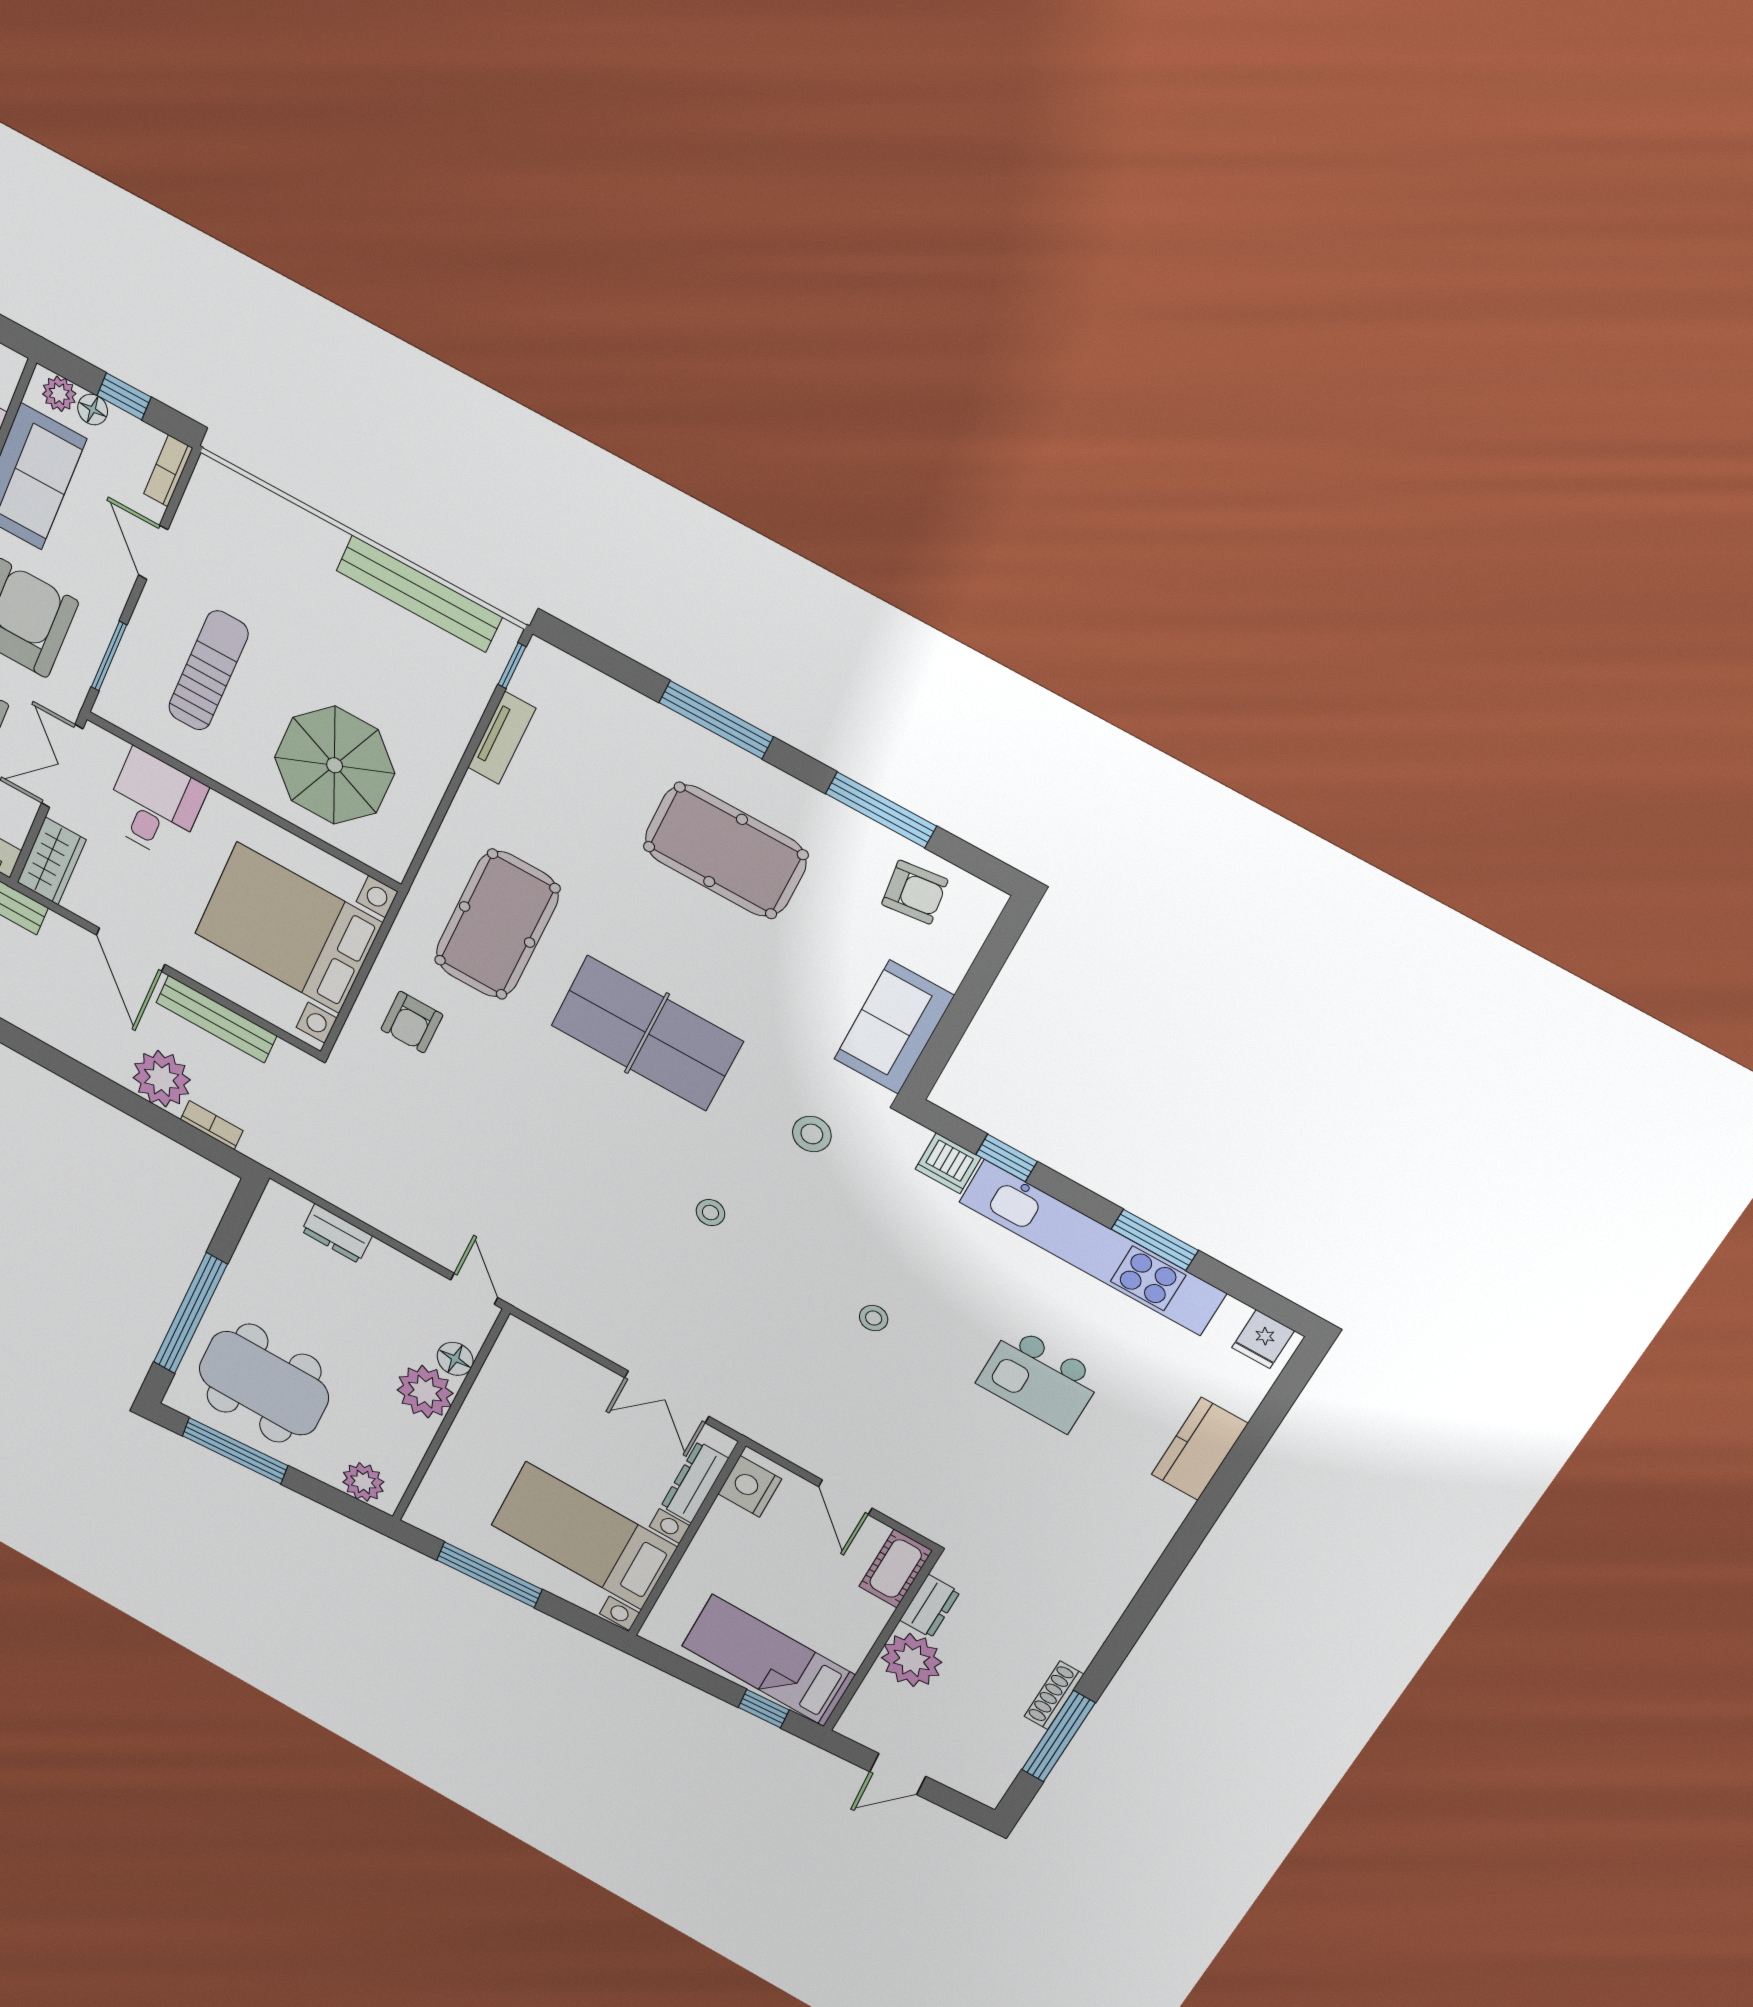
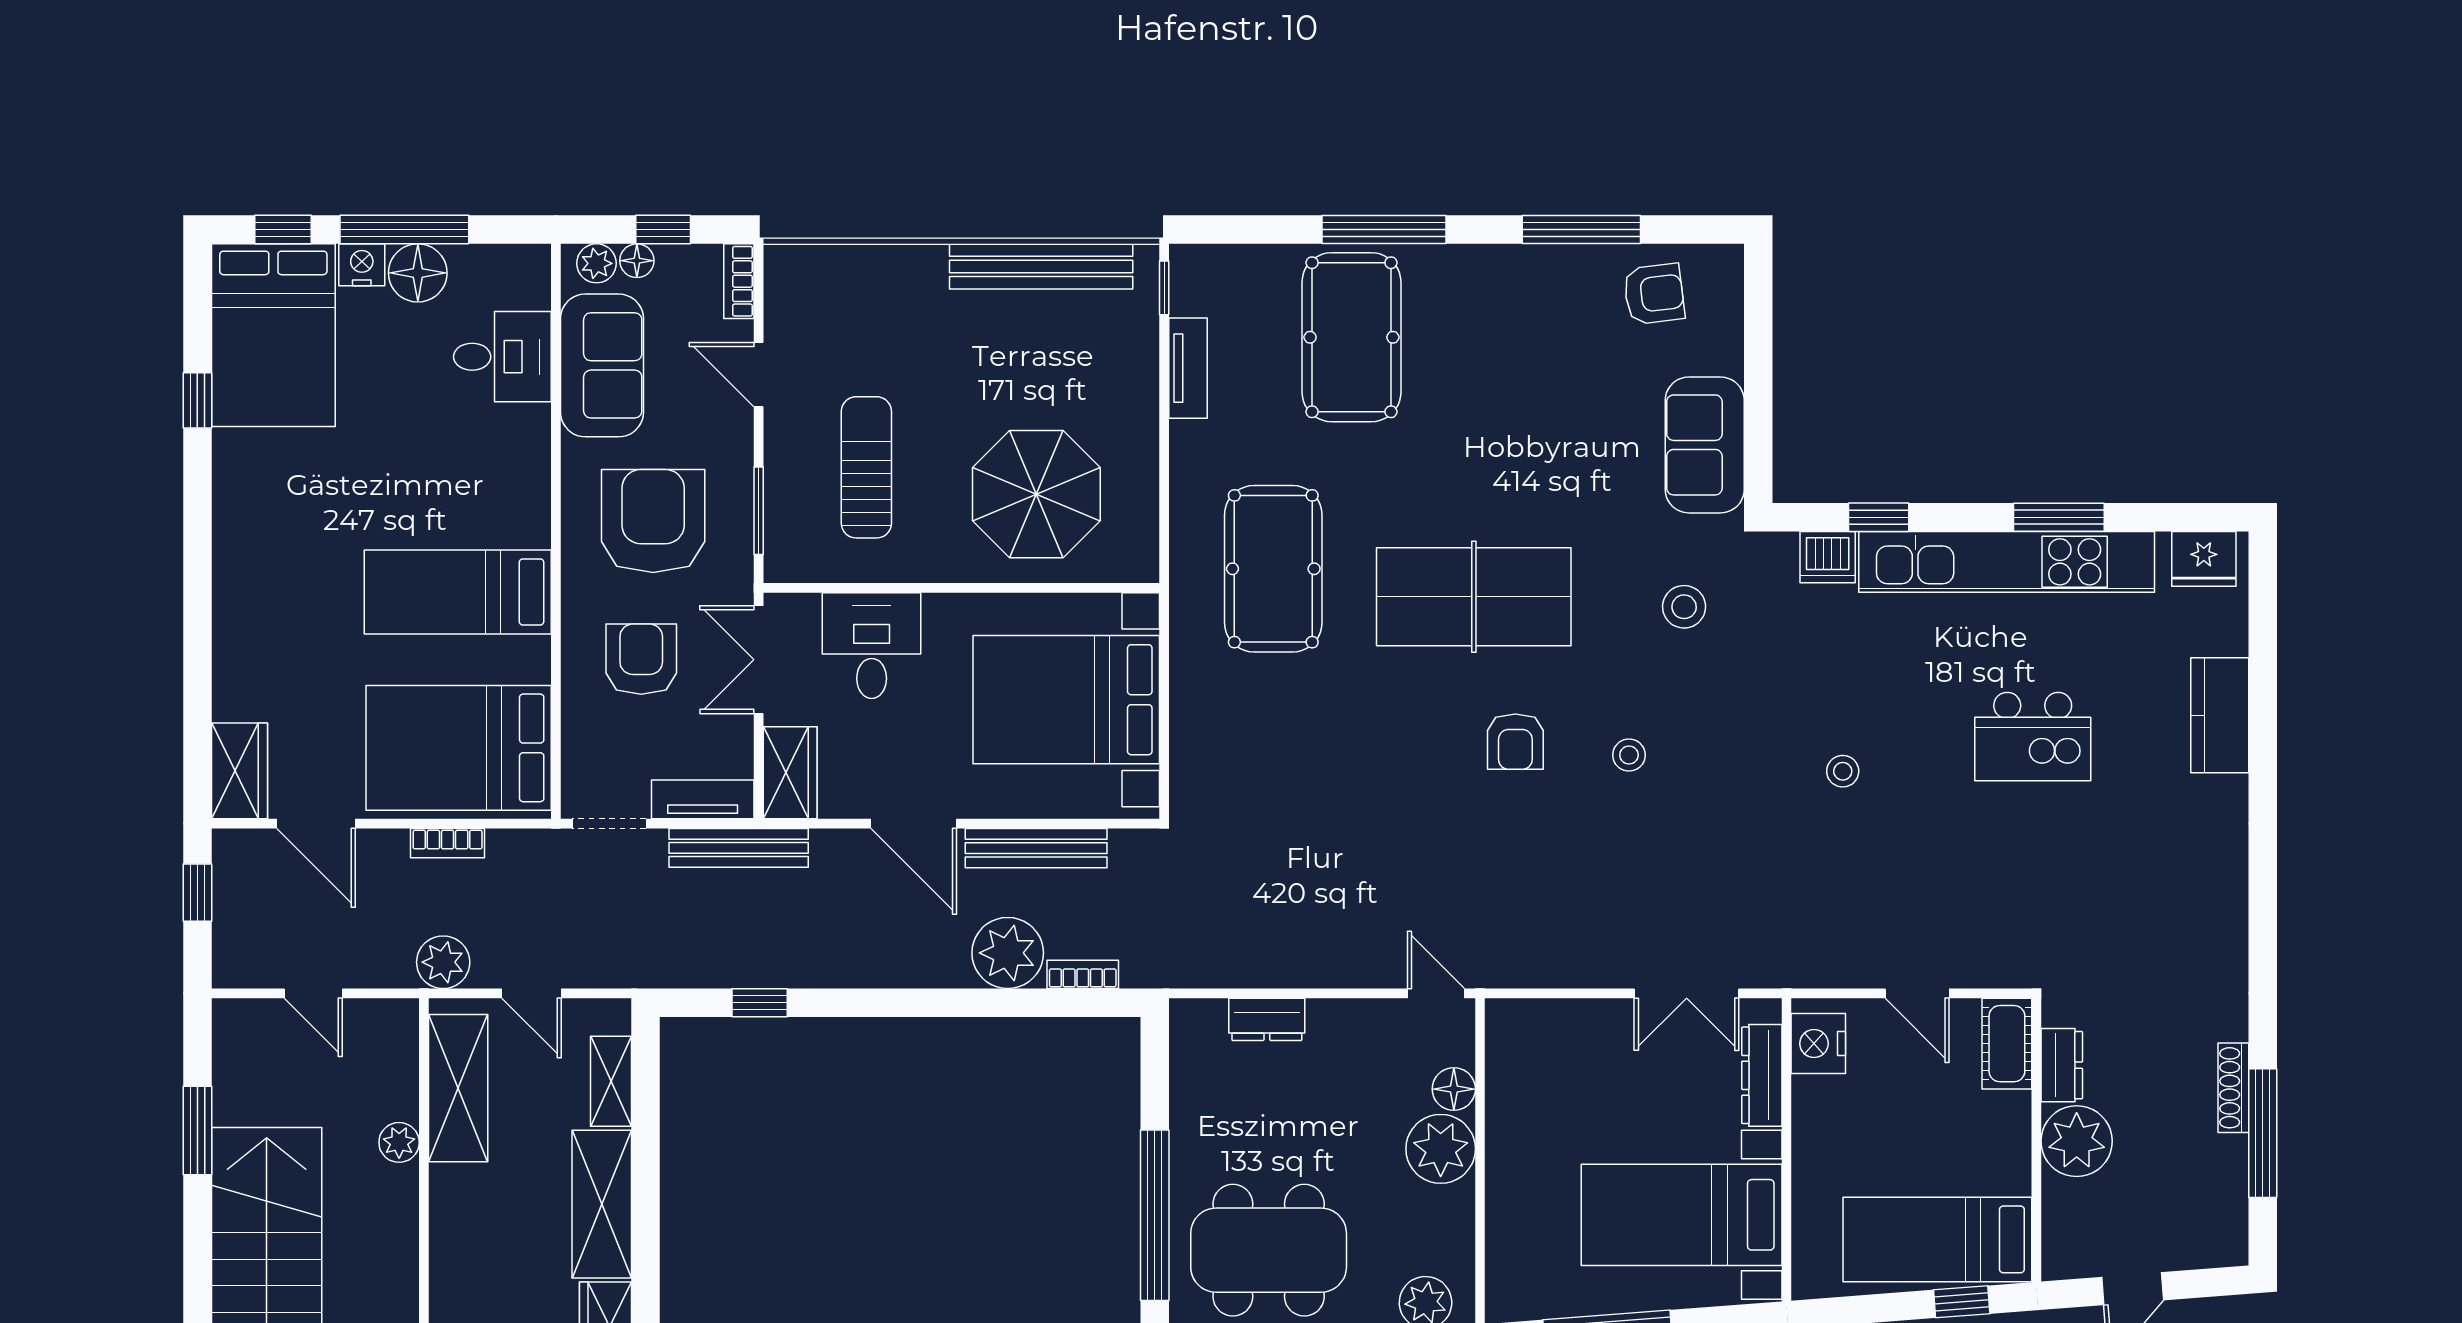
pool table: (725, 851) -> (1351, 337), moved, turned 90
armchair: (412, 1022) -> (1515, 742), moved
fridge: (1263, 1339) -> (2204, 559), width x1.38

